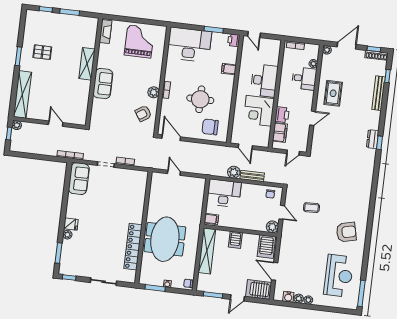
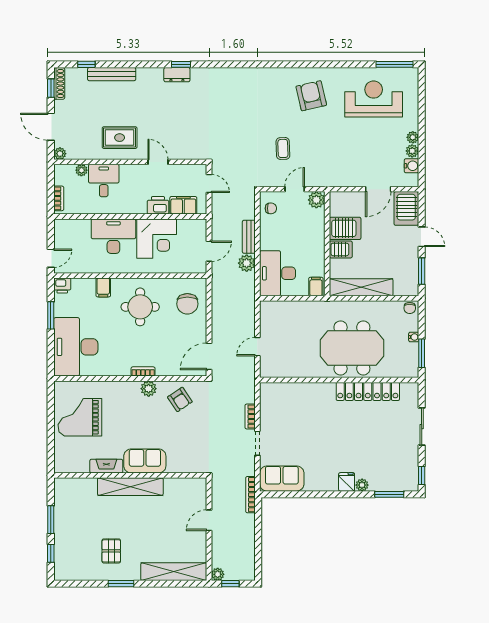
fireplace: (105, 32) -> (106, 466), moved
shelving: (87, 64) -> (130, 487), width x1.47
round table: (200, 99) -> (140, 307), moved
server rack: (266, 247) -> (345, 228), moved

